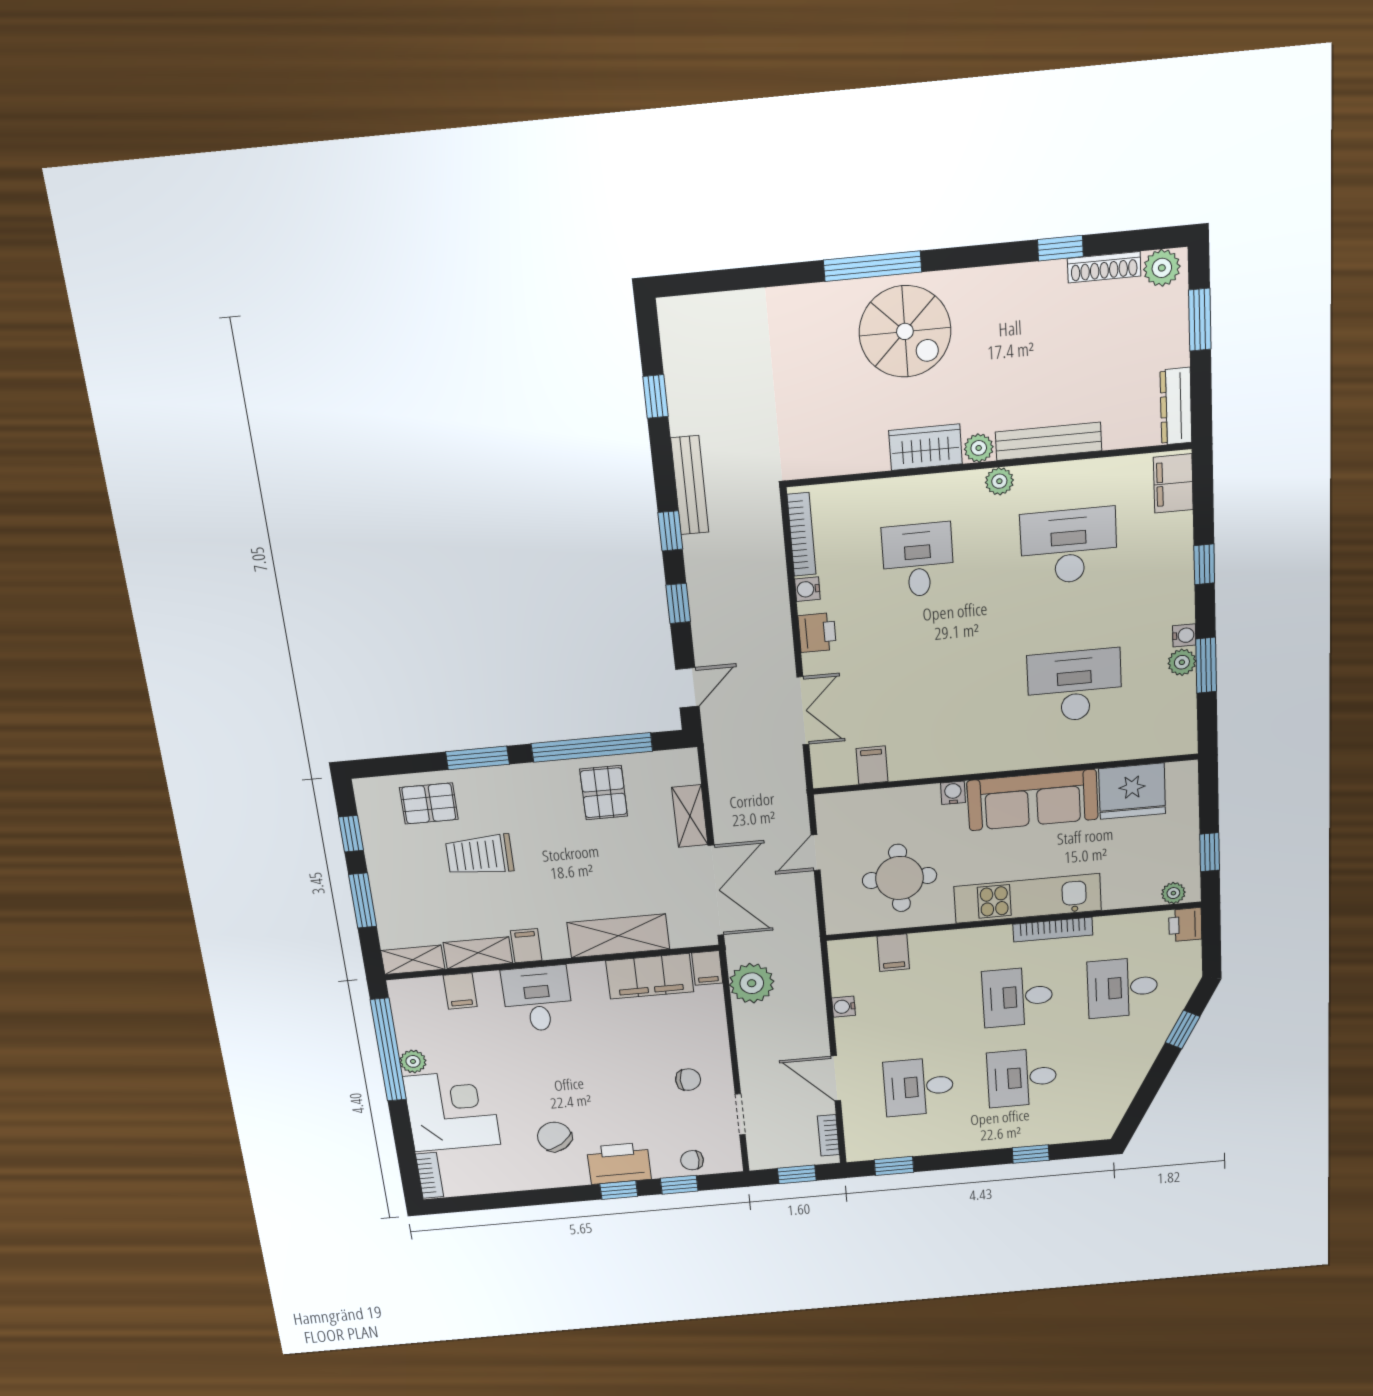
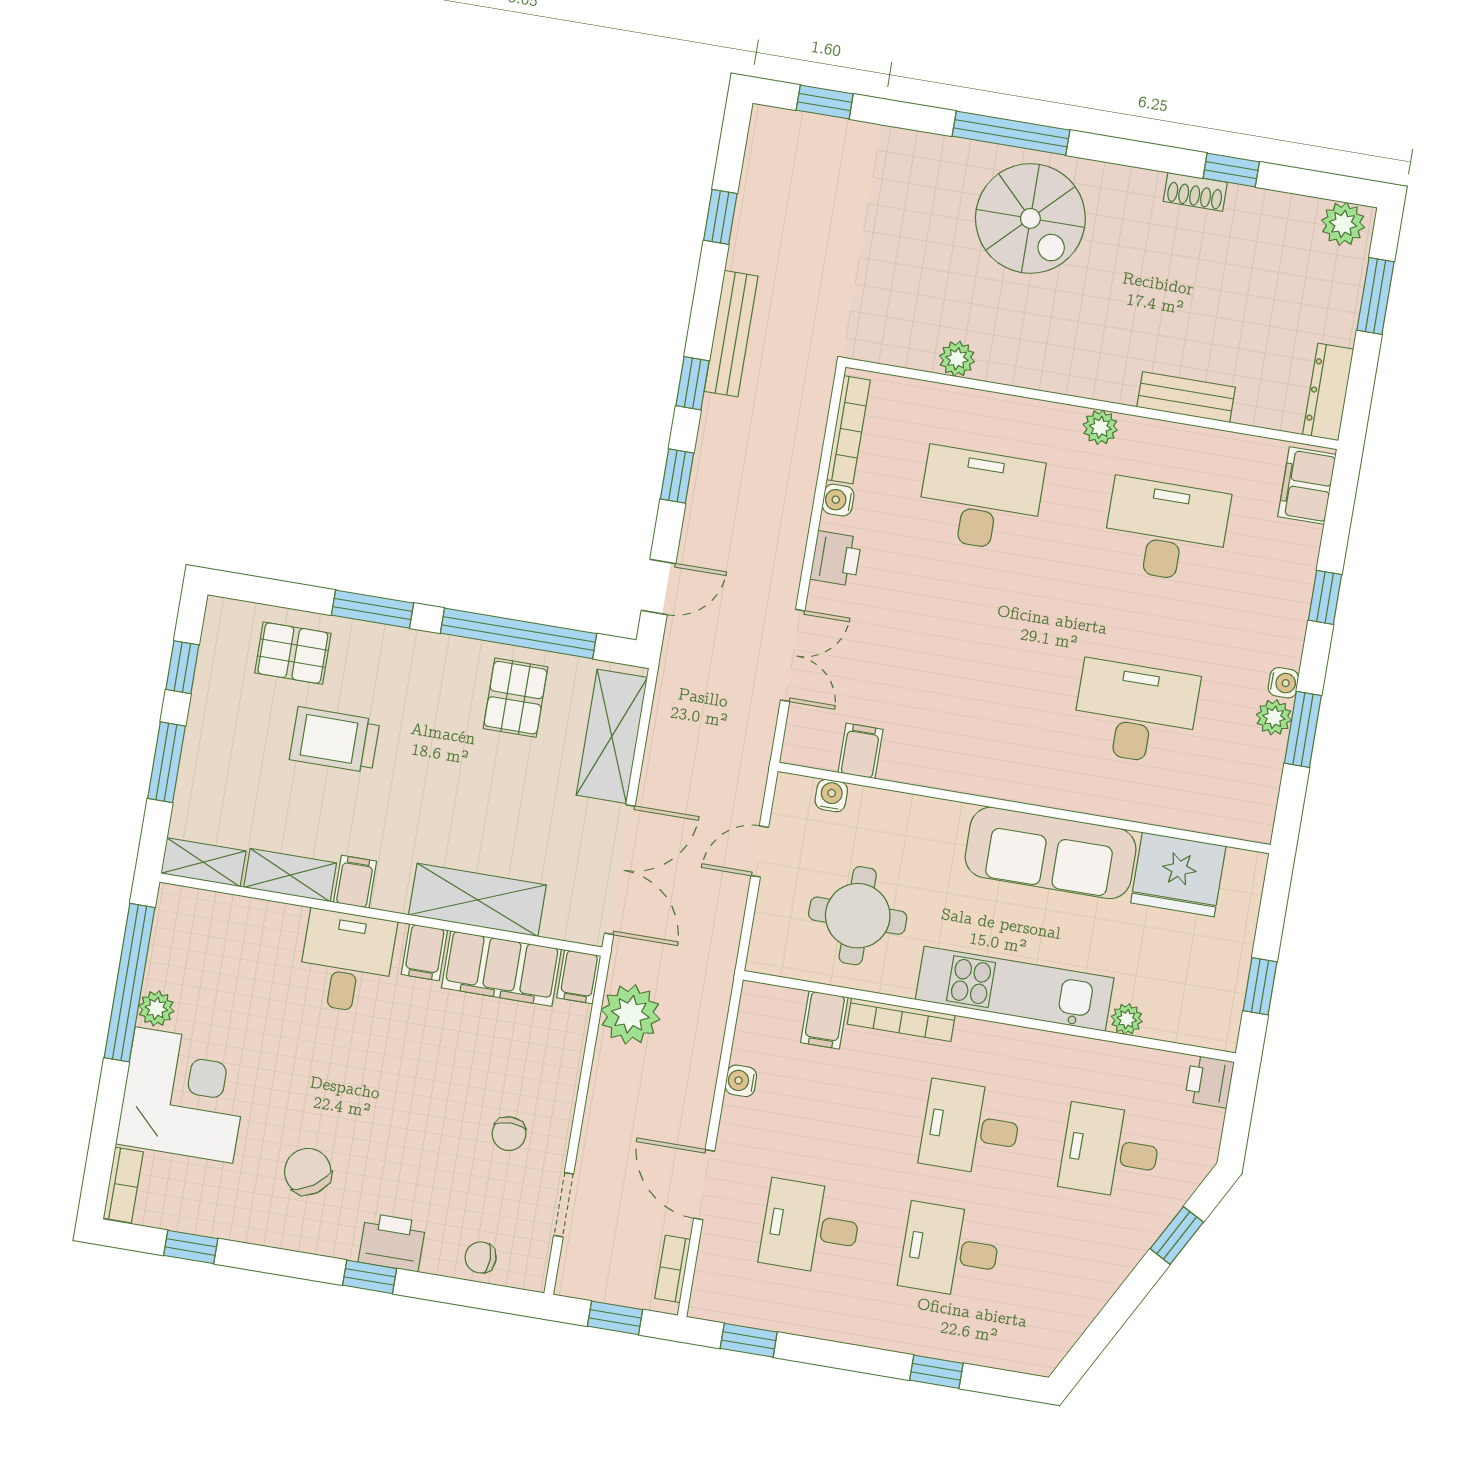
shoe rack: (1104, 267) -> (1195, 192), moved, width x0.70
window: (714, 281) -> (825, 102), added
bench: (1049, 441) -> (1186, 397), width x0.73
wardrobe: (925, 447) -> (1022, 362), removed
plant: (979, 448) -> (957, 359), moved
desk: (918, 560) -> (980, 499), width x1.37
water cooler: (953, 793) -> (831, 796), moved
shelving: (690, 816) -> (612, 736), width x1.50, depth x1.33
plant: (1173, 893) -> (1127, 1019), moved
bookcase: (1053, 930) -> (901, 1020), moved
filing cabinet: (460, 991) -> (424, 952), moved
chair: (688, 1080) -> (509, 1134), turned 90
printer: (619, 1163) -> (392, 1242), width x0.73, depth x0.84
window: (679, 1185) -> (191, 1247), moved

